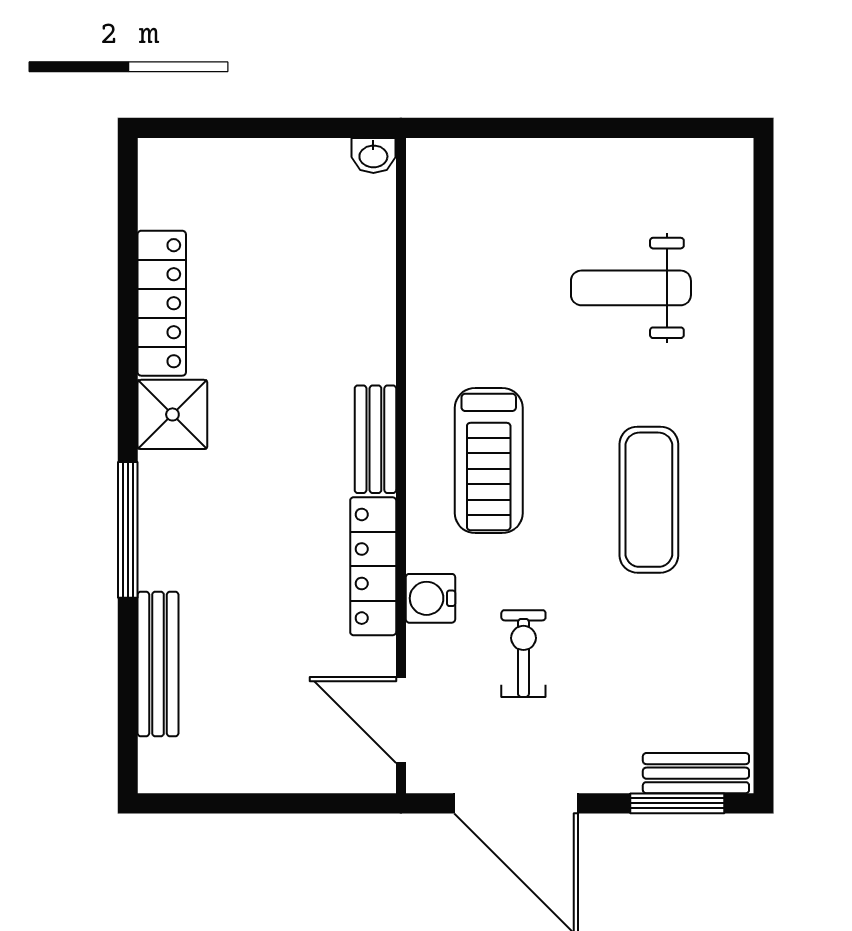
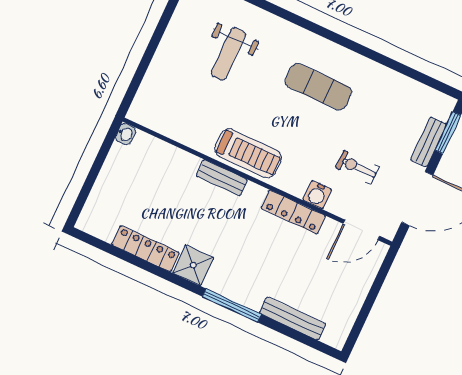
bench: (375, 439) -> (222, 178), moved
treadmill: (489, 461) -> (248, 153), moved
bench: (696, 773) -> (429, 142), moved

